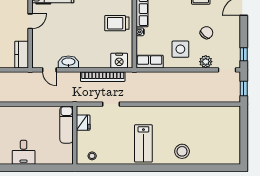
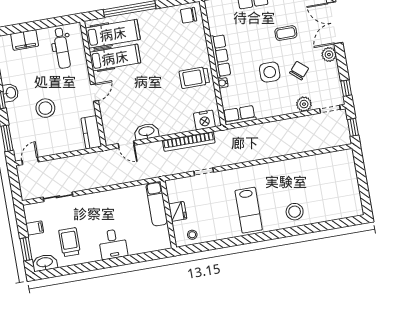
plant: (234, 23) -> (329, 55), added
side table: (180, 49) -> (270, 72), moved
fridge: (83, 123) -> (178, 211), moved

